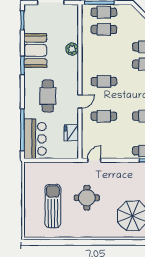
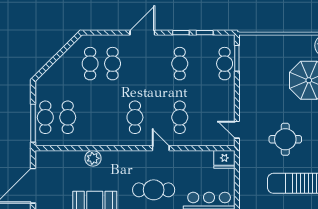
fridge: (71, 133) -> (224, 159), moved

